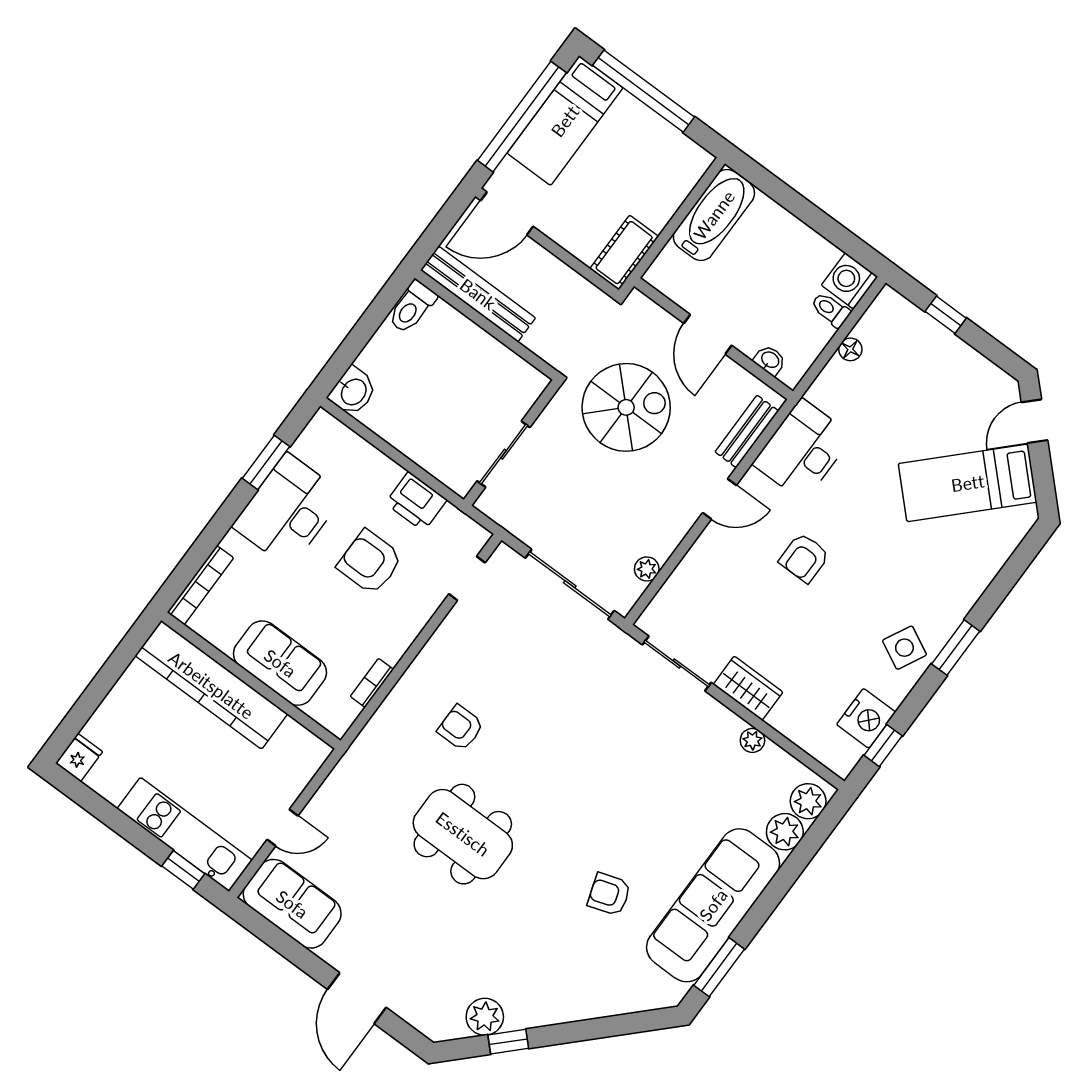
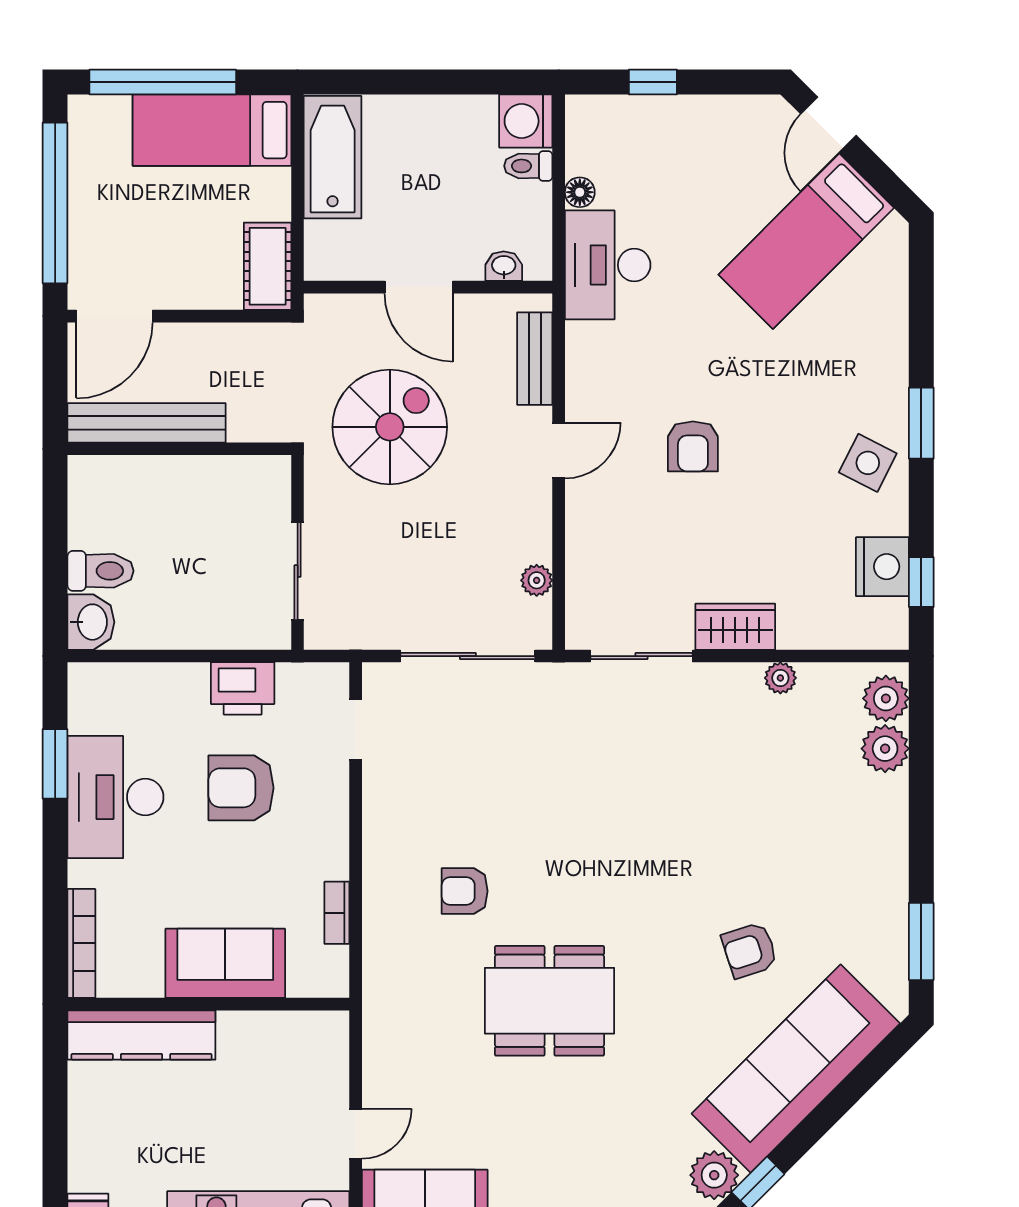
bed: (565, 121) -> (212, 130), moved, turned 90
toilet: (412, 307) -> (101, 571), moved, turned -90
desk: (803, 450) -> (608, 265), moved
kitchen counter: (211, 685) -> (141, 1035), width x0.72, depth x0.86
sofa: (713, 905) -> (796, 1069), moved, turned 45

